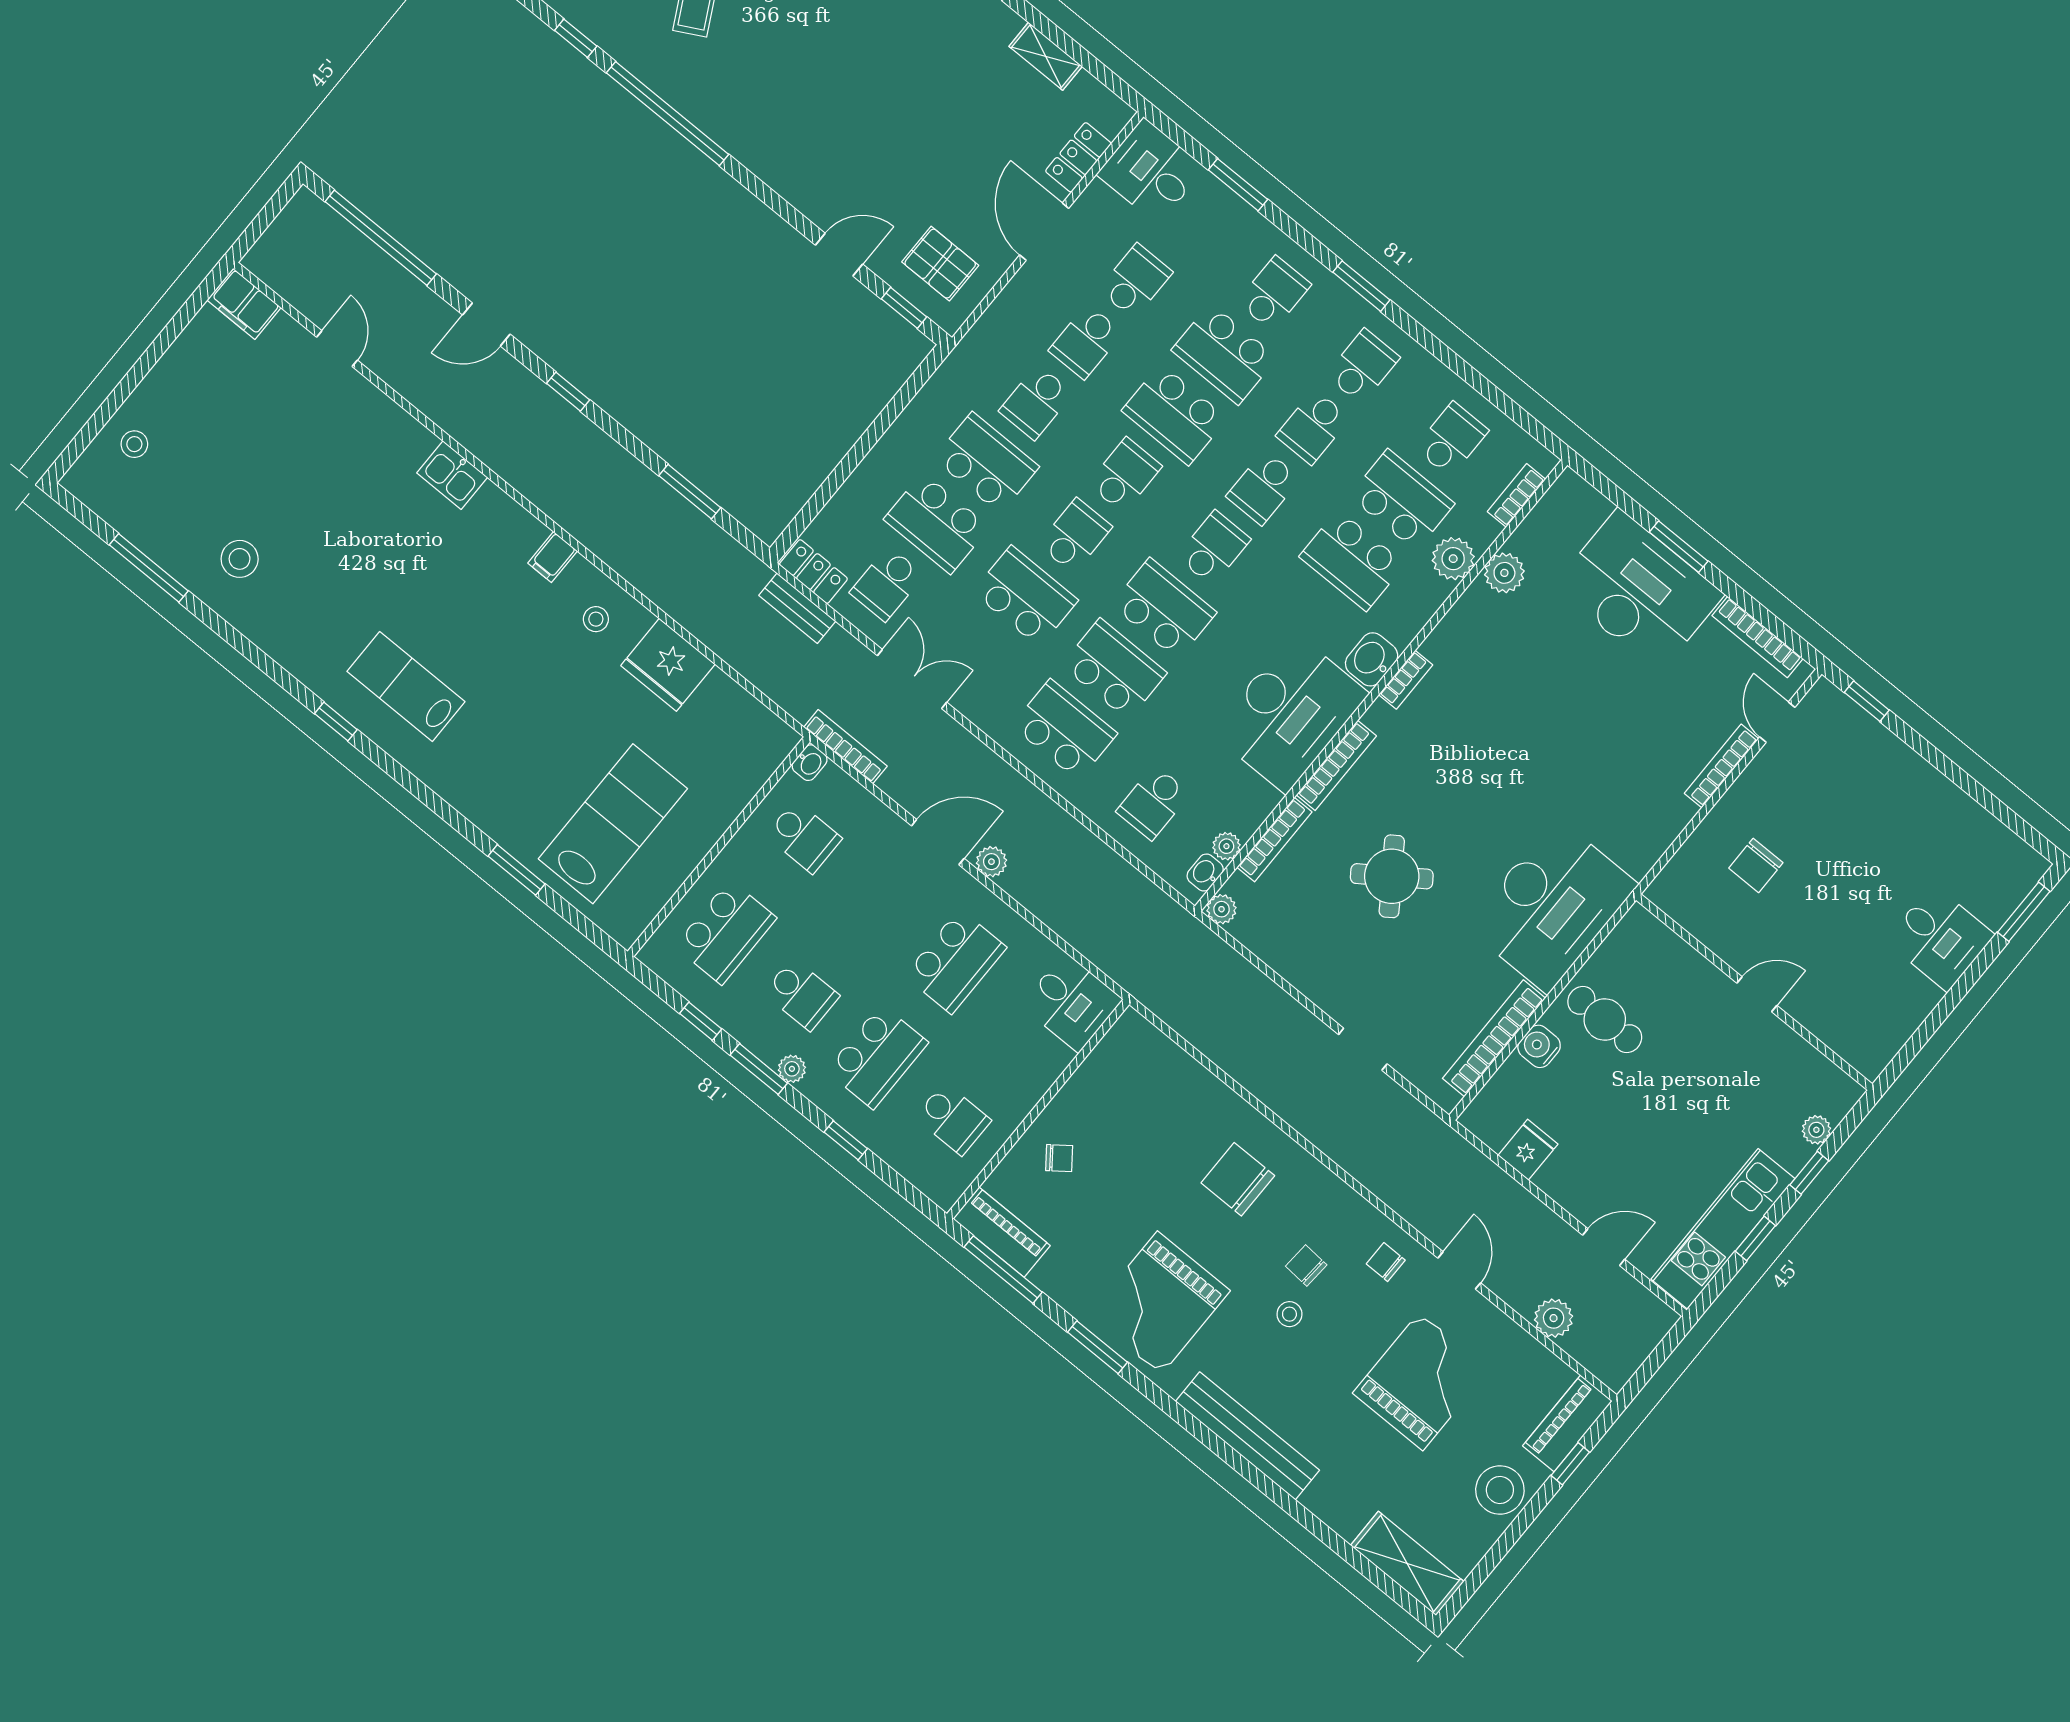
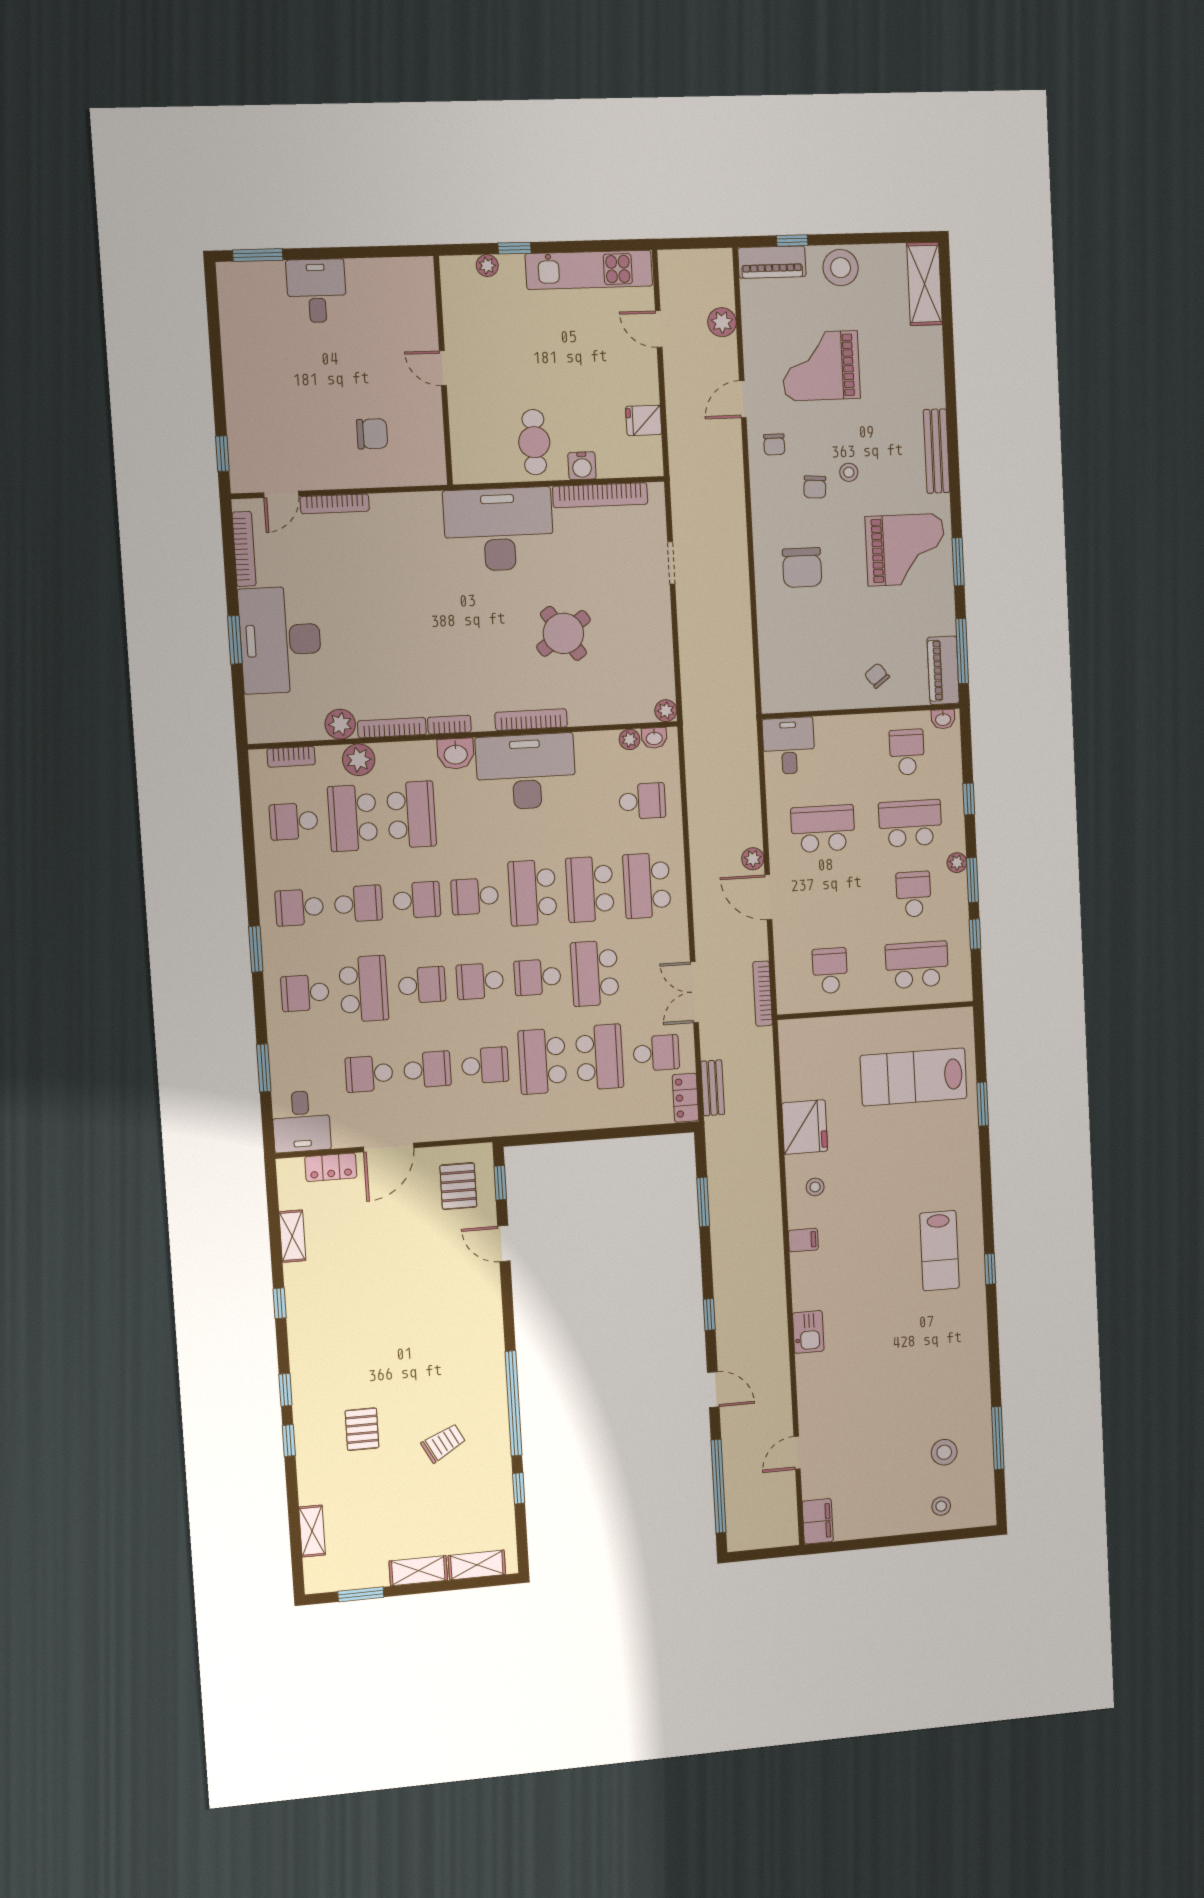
school desk: (1175, 415) -> (422, 985), width x0.54
stool: (240, 559) -> (944, 1452), moved
washbasin: (810, 763) -> (943, 719), moved, turned 180
bookcase: (1274, 840) -> (392, 728), moved
window: (1755, 1238) -> (578, 246), removed
bench: (1247, 1436) -> (937, 451), width x0.73, depth x0.82

